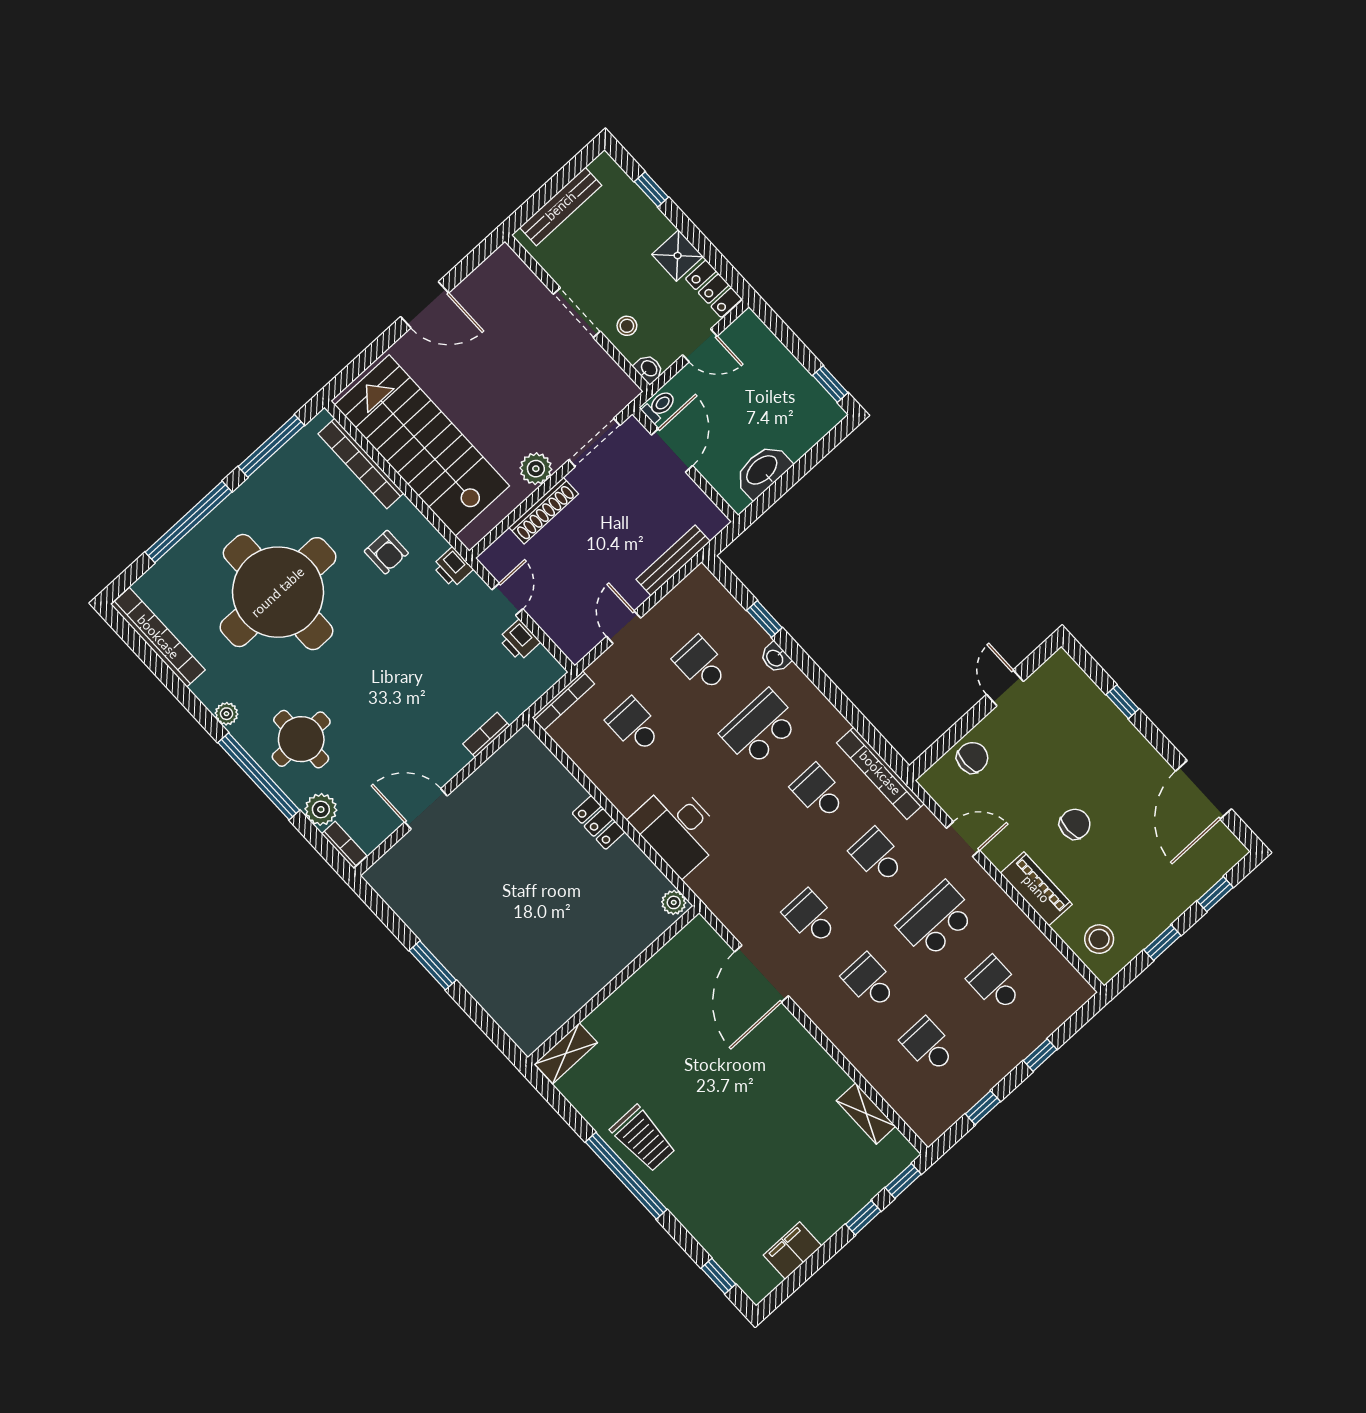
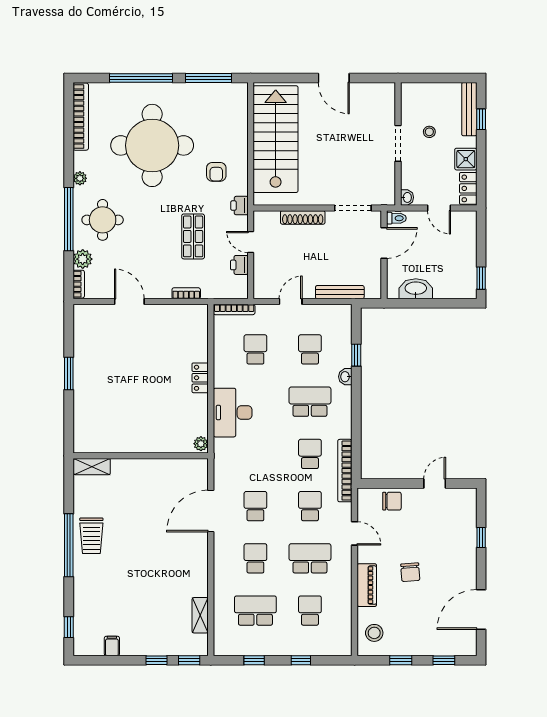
bench: (561, 206) -> (469, 109), moved, turned 90
stool: (627, 326) -> (429, 132), moved
bookcase: (361, 463) -> (241, 122), removed
plant: (536, 469) -> (316, 196), removed
door: (507, 599) -> (251, 242), swing flipped
shop shelf: (431, 657) -> (193, 236), added
chair: (1075, 824) -> (410, 572), turned 86
school desk: (928, 1045) -> (255, 611), width x1.85
filing cabinet: (793, 1251) -> (112, 646), width x0.50

